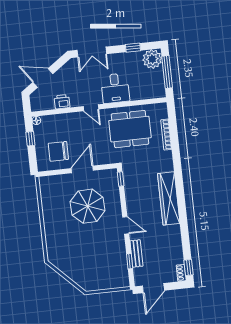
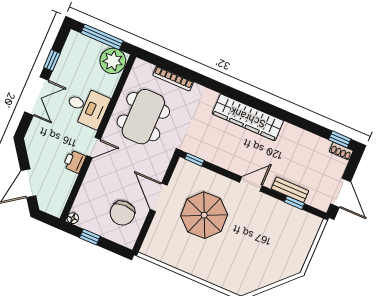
double door: (92, 52) -> (37, 96), moved
plant: (152, 59) -> (113, 61), moved
printer: (62, 102) -> (74, 162), moved

